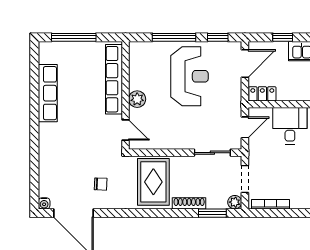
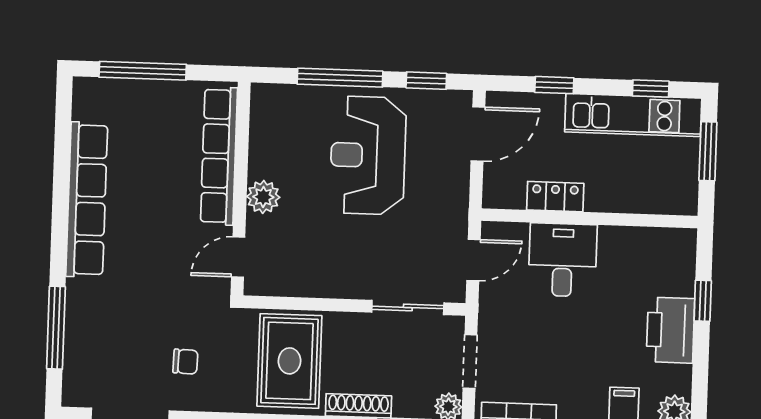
reception desk: (189, 76) -> (368, 155), turned 180
row of seats: (48, 93) -> (87, 200), width x1.36
locker: (262, 94) -> (555, 197), moved
door: (125, 130) -> (238, 257), swing flipped
window: (34, 169) -> (56, 328), added
water cooler: (44, 203) -> (73, 396), removed

